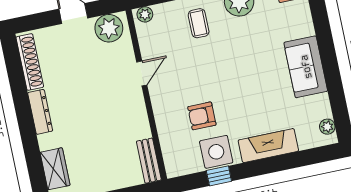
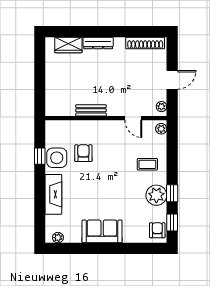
plant: (109, 28) -> (161, 107), width x0.53, depth x0.53
door: (142, 73) -> (133, 118), moved
dresser: (40, 112) -> (98, 43), moved
bench: (149, 161) -> (91, 110), moved

